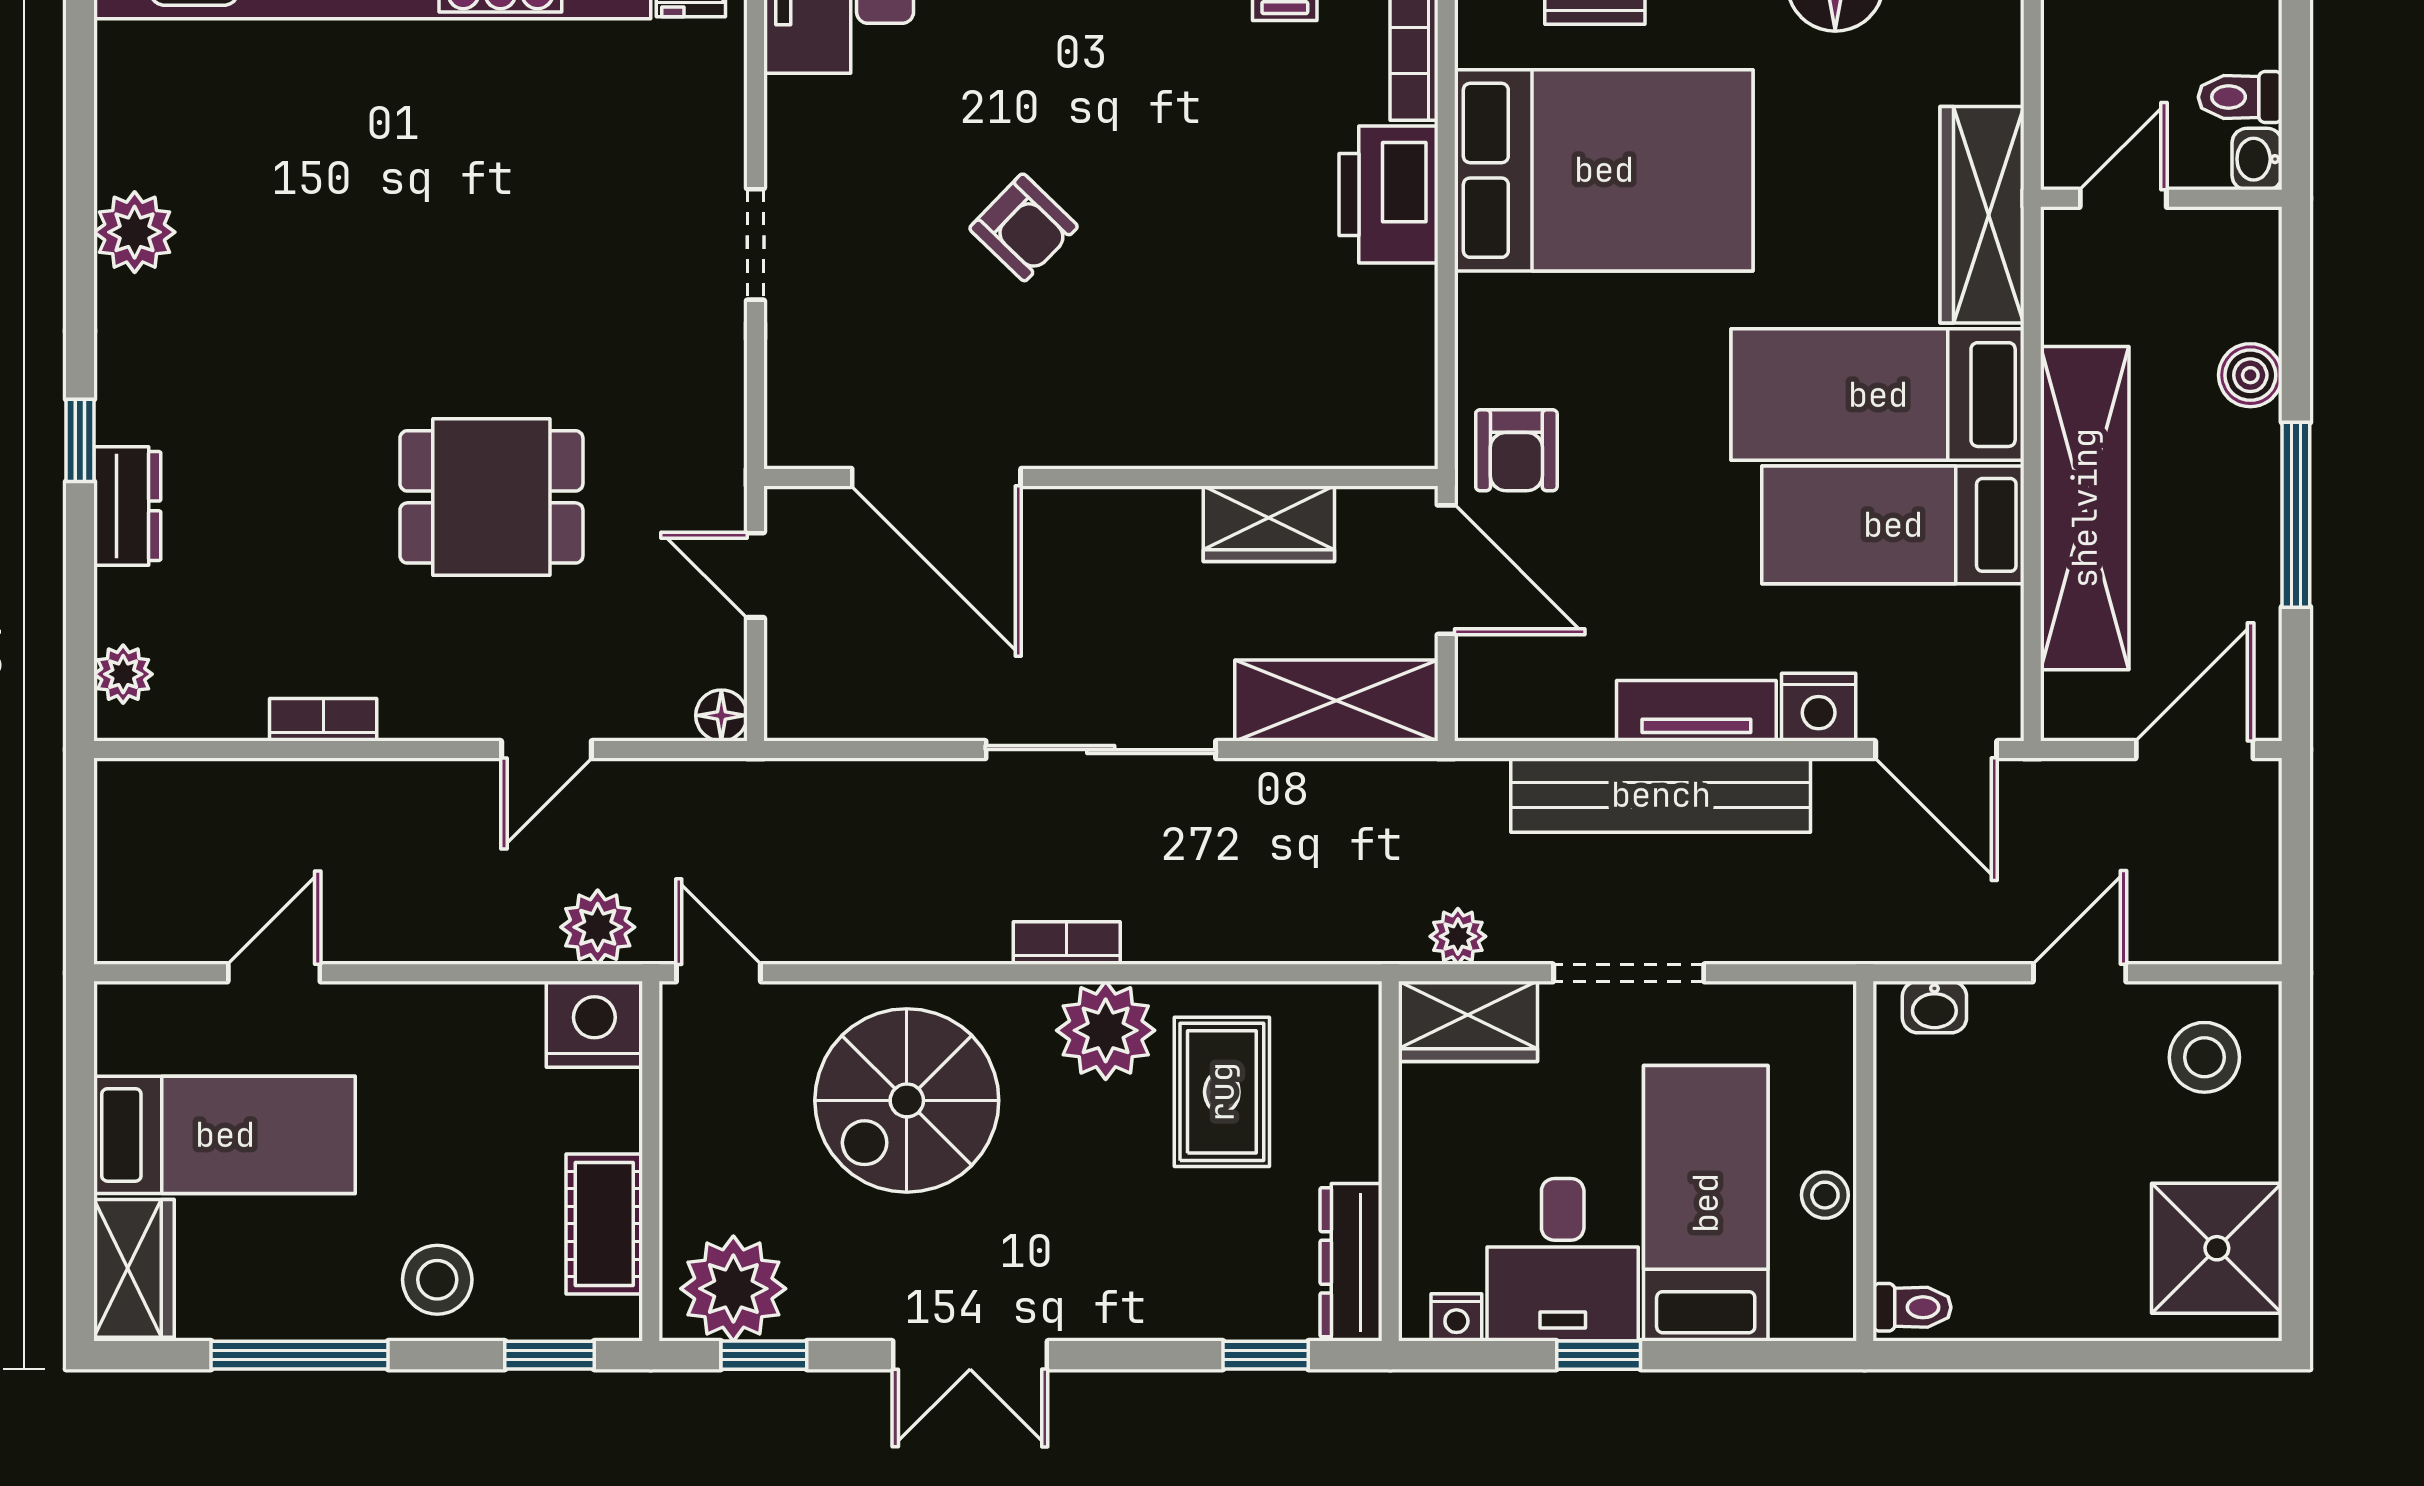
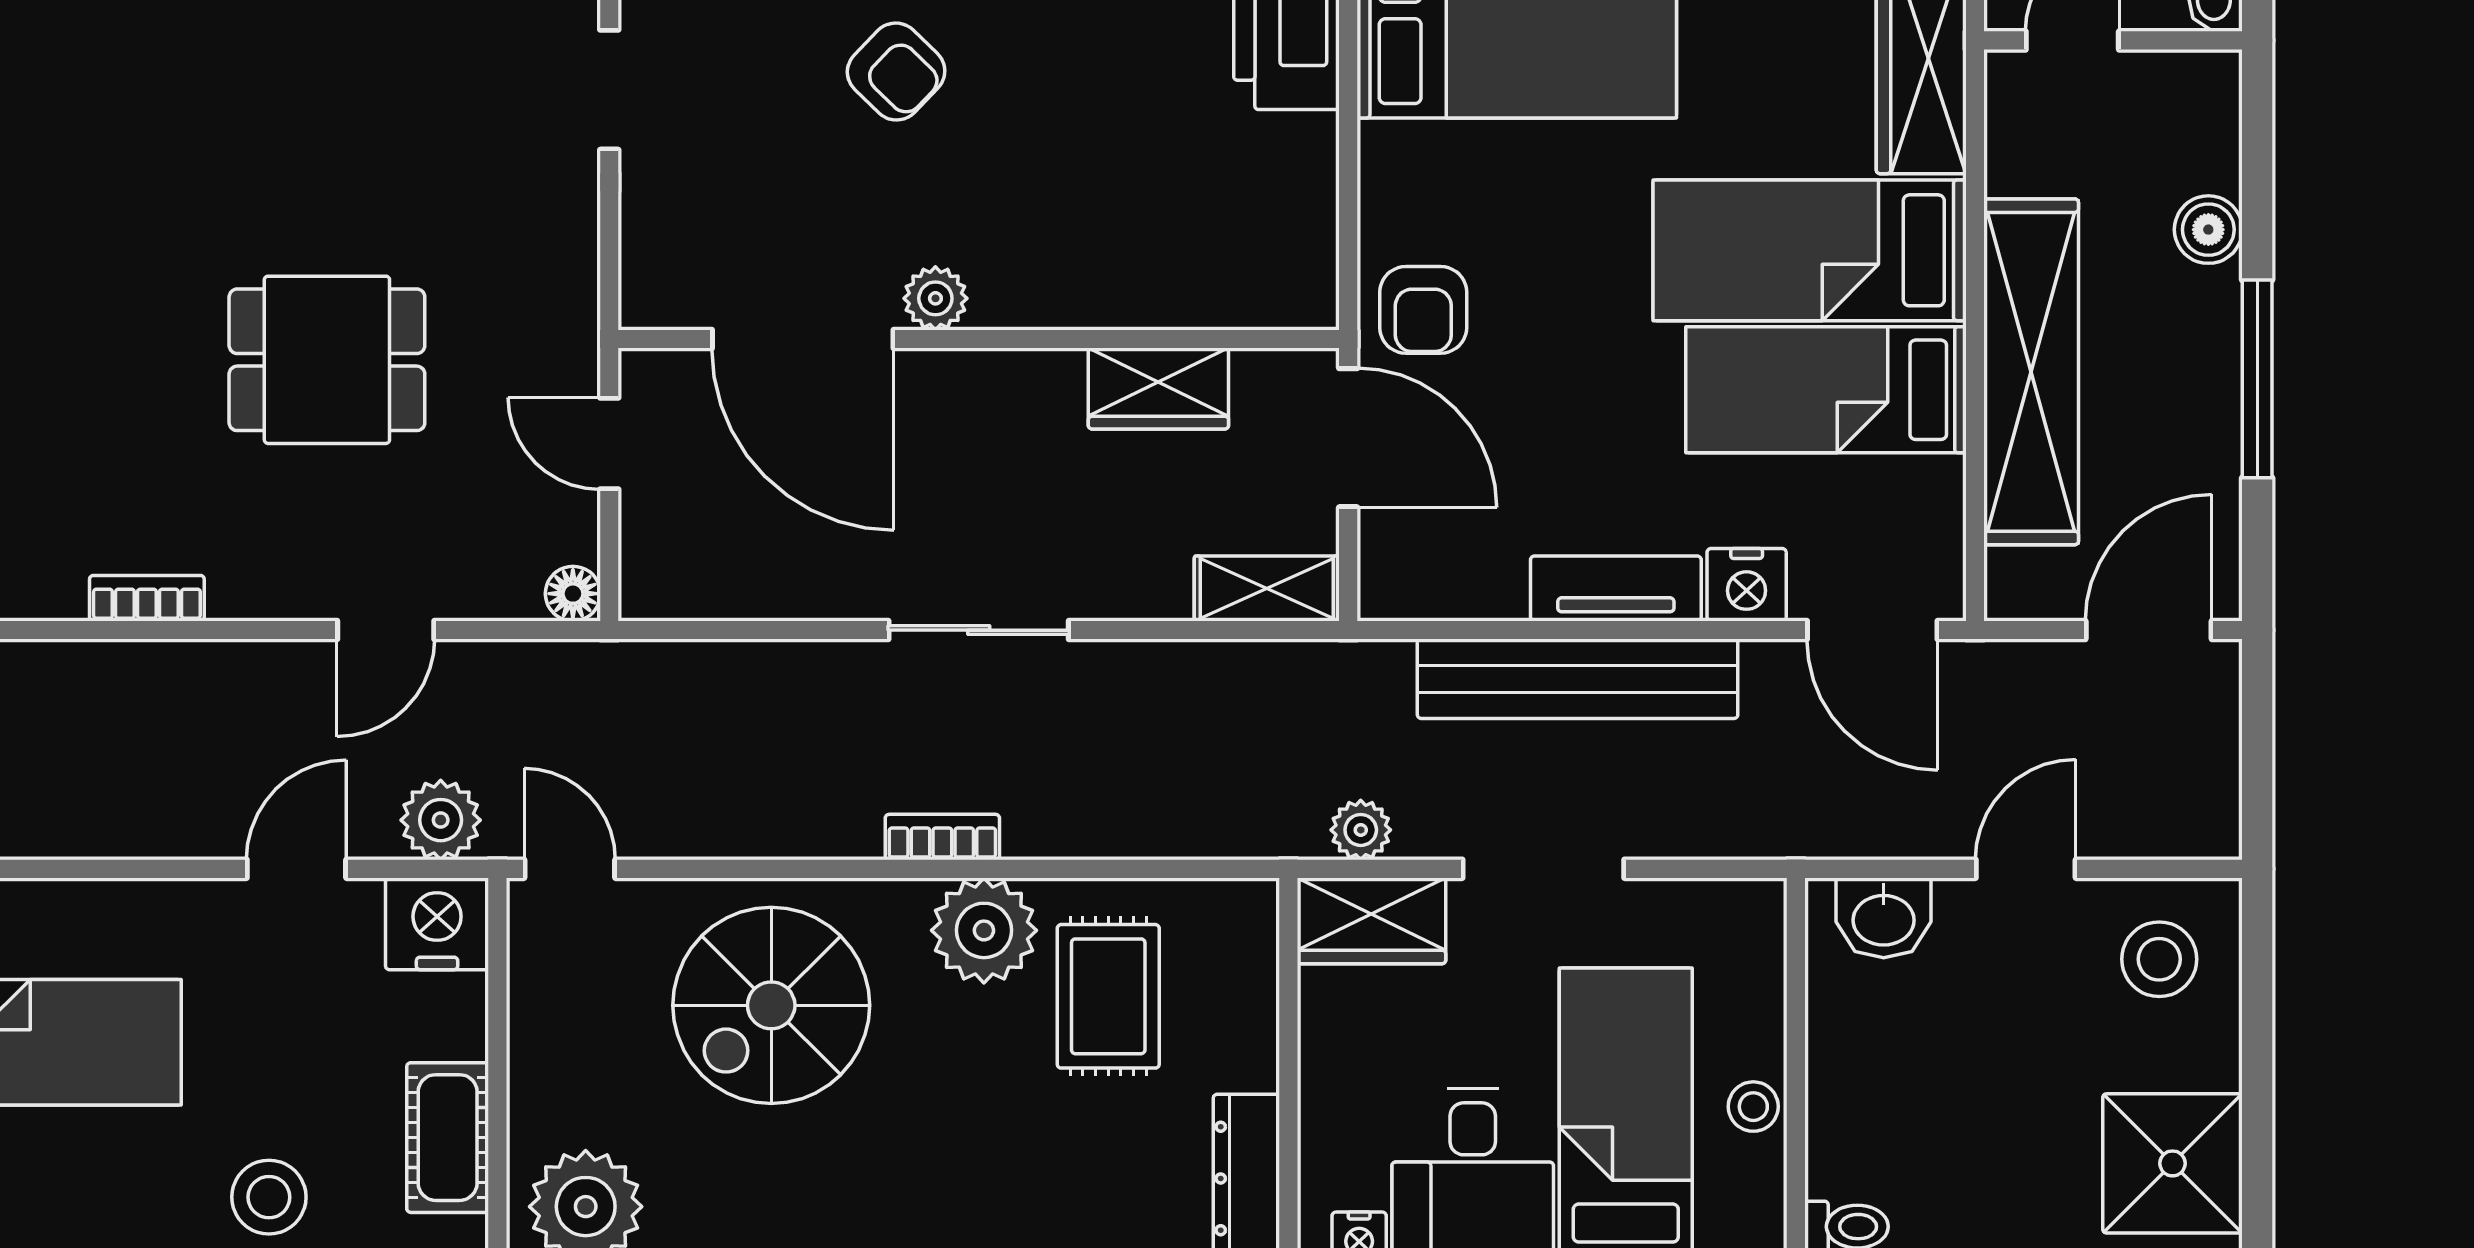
plant: (1060, 439) -> (935, 298), added
shelving: (1336, 701) -> (1267, 588), width x0.67, depth x0.75
sliding door: (1101, 750) -> (979, 630), width x0.73
door: (274, 973) -> (296, 869), moved
washbasin: (1934, 1007) -> (1884, 918), width x1.38, depth x1.45

